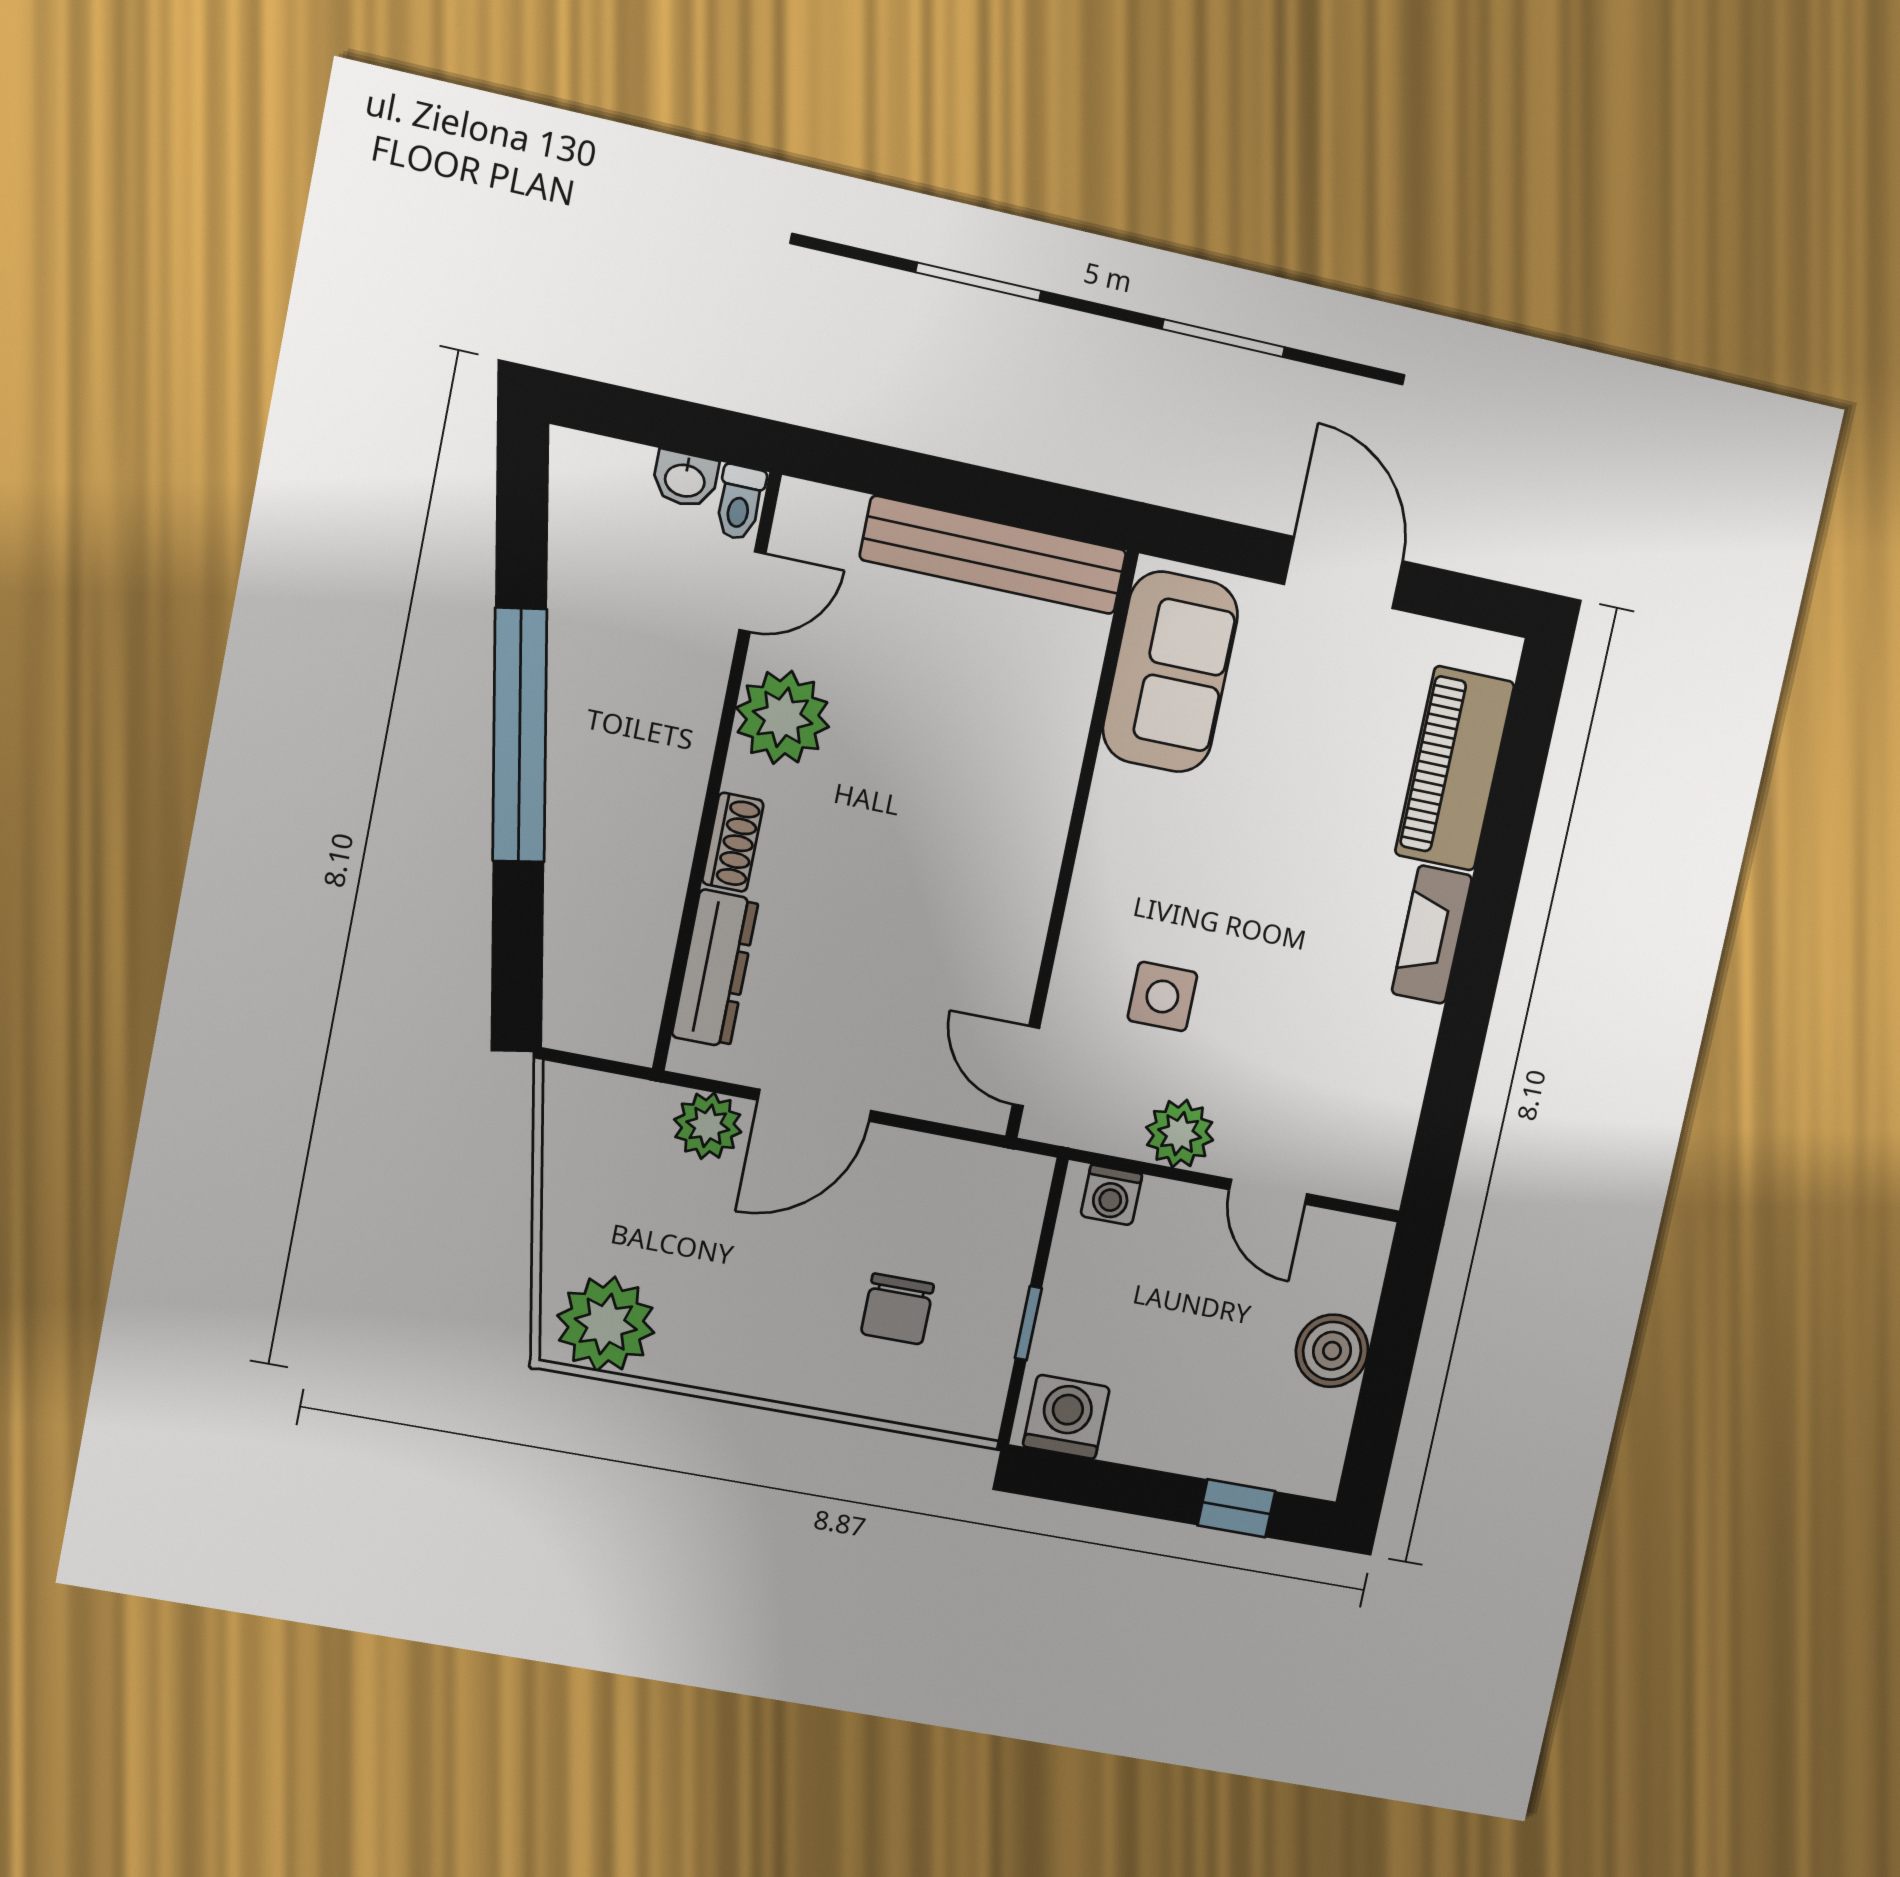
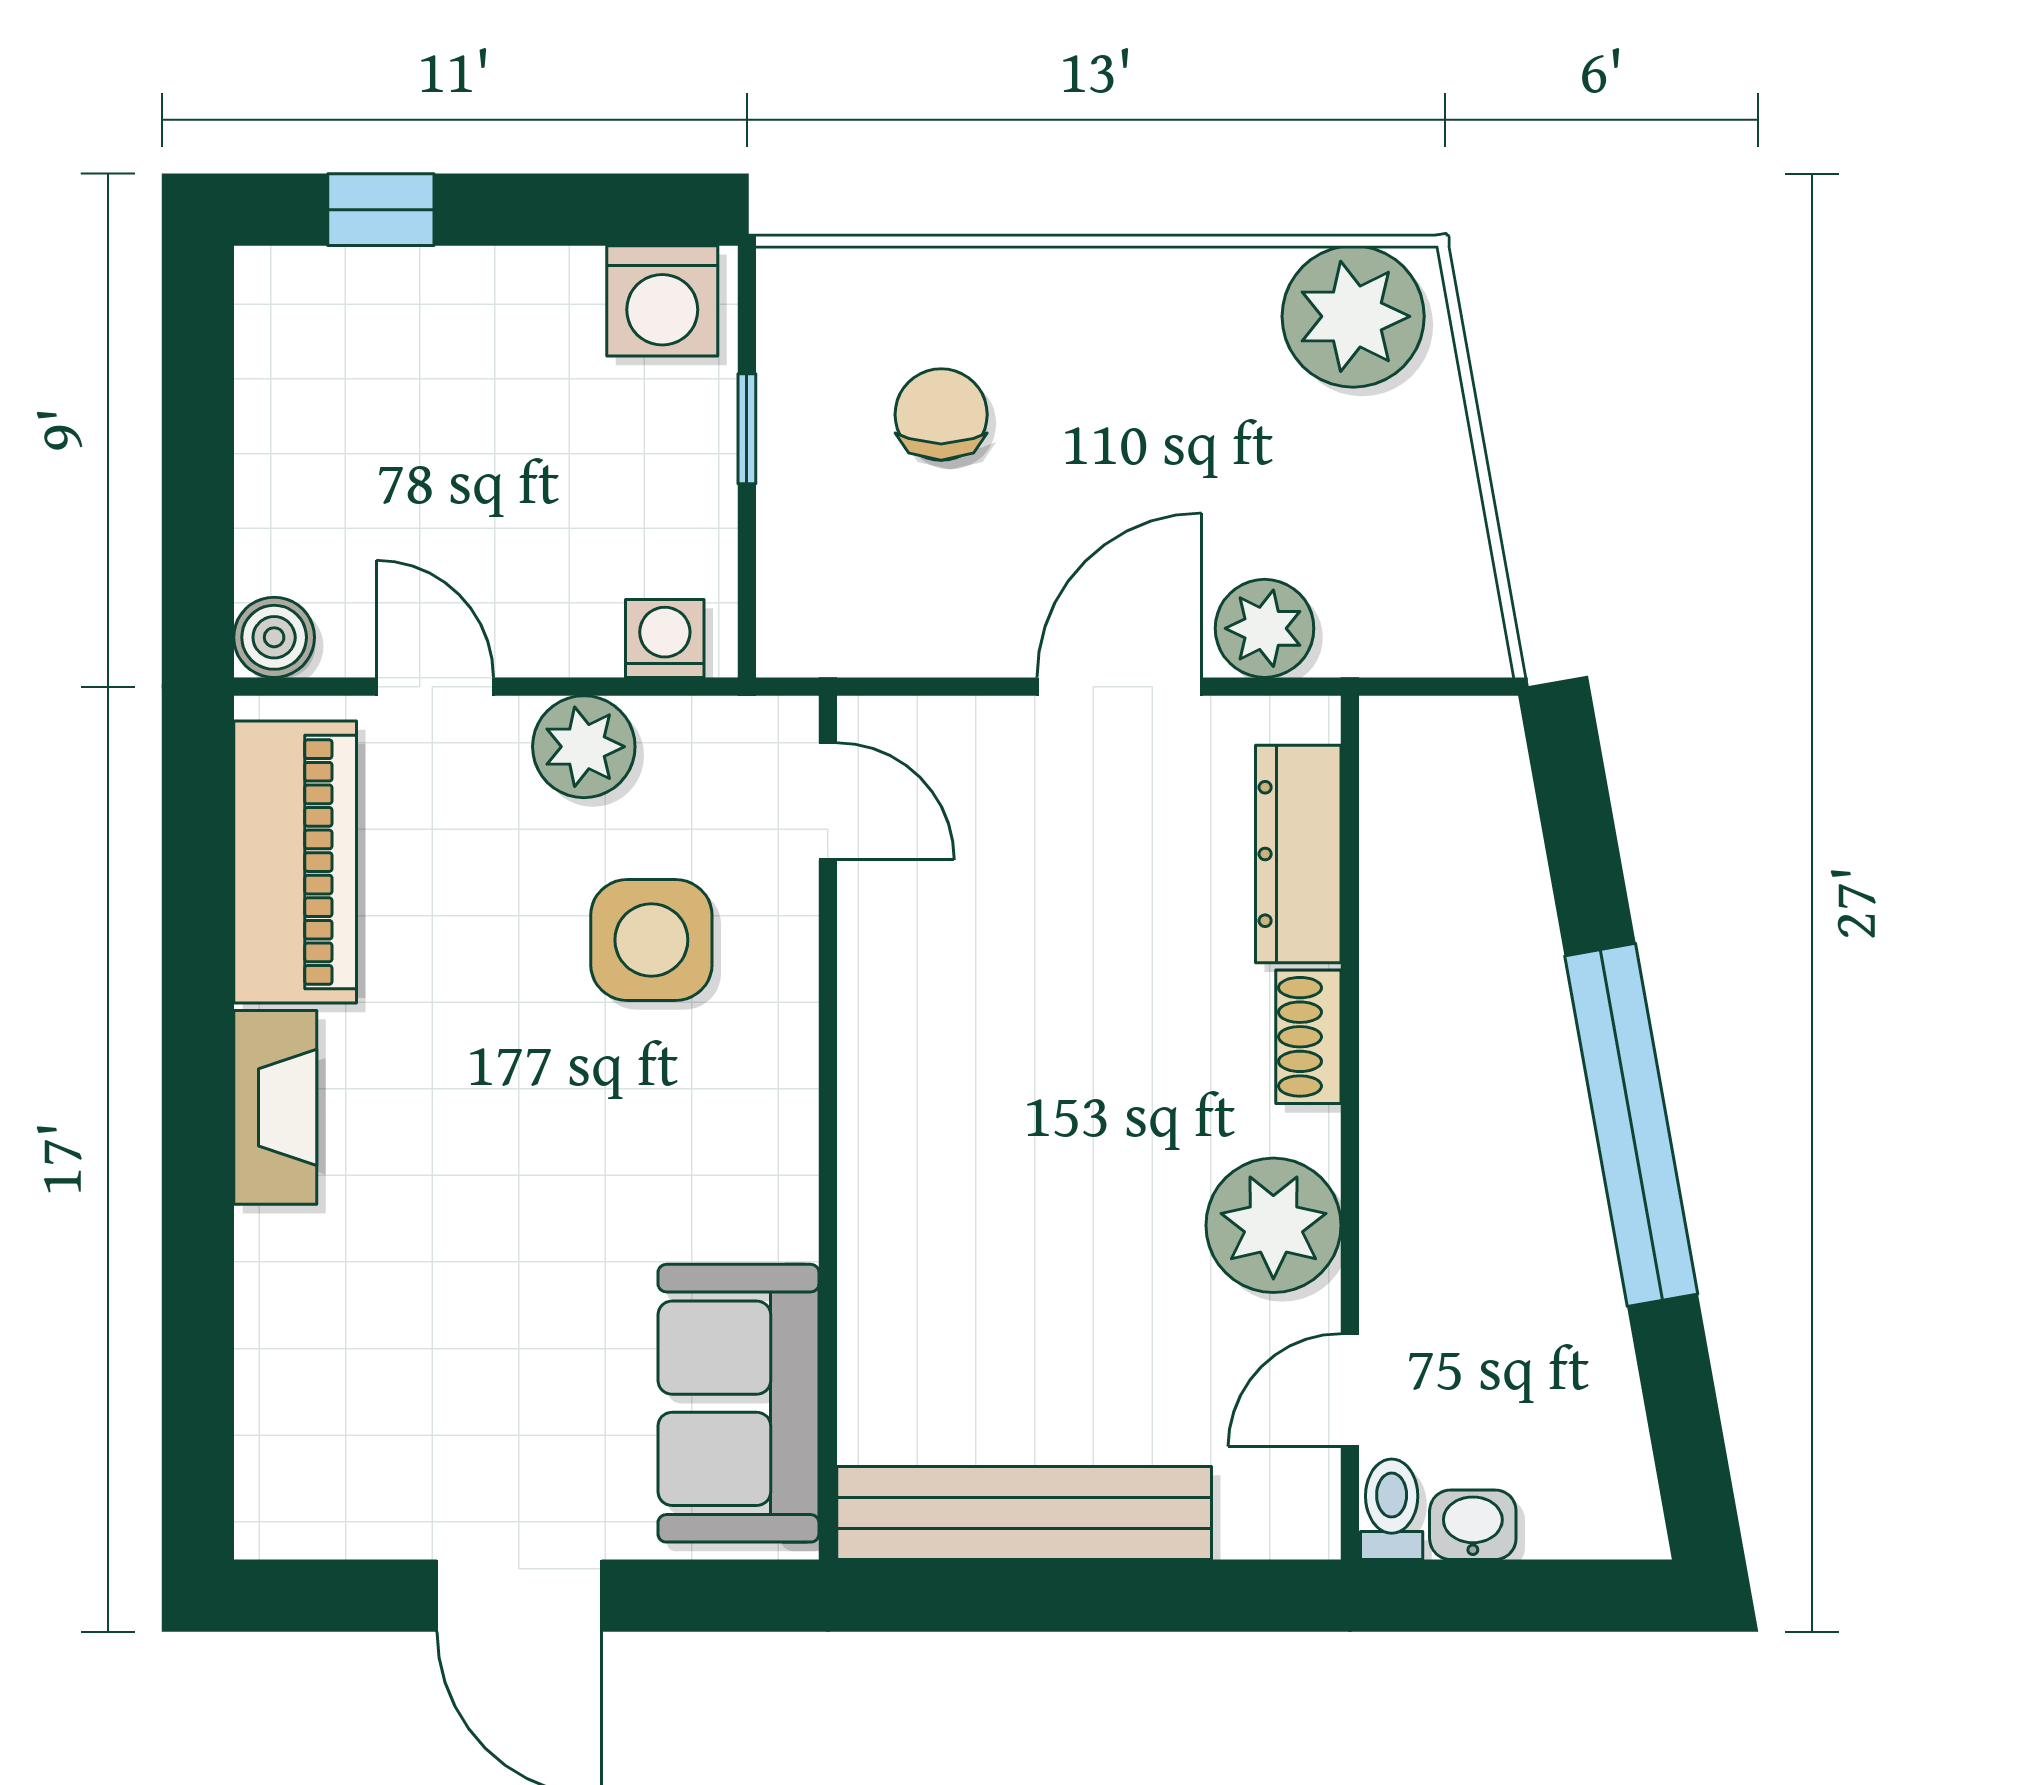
piano: (1455, 768) -> (295, 862), moved
side table: (1162, 996) -> (651, 940), width x1.37, depth x1.37
boiler: (1332, 1351) -> (274, 637), moved, width x0.73, depth x0.73

